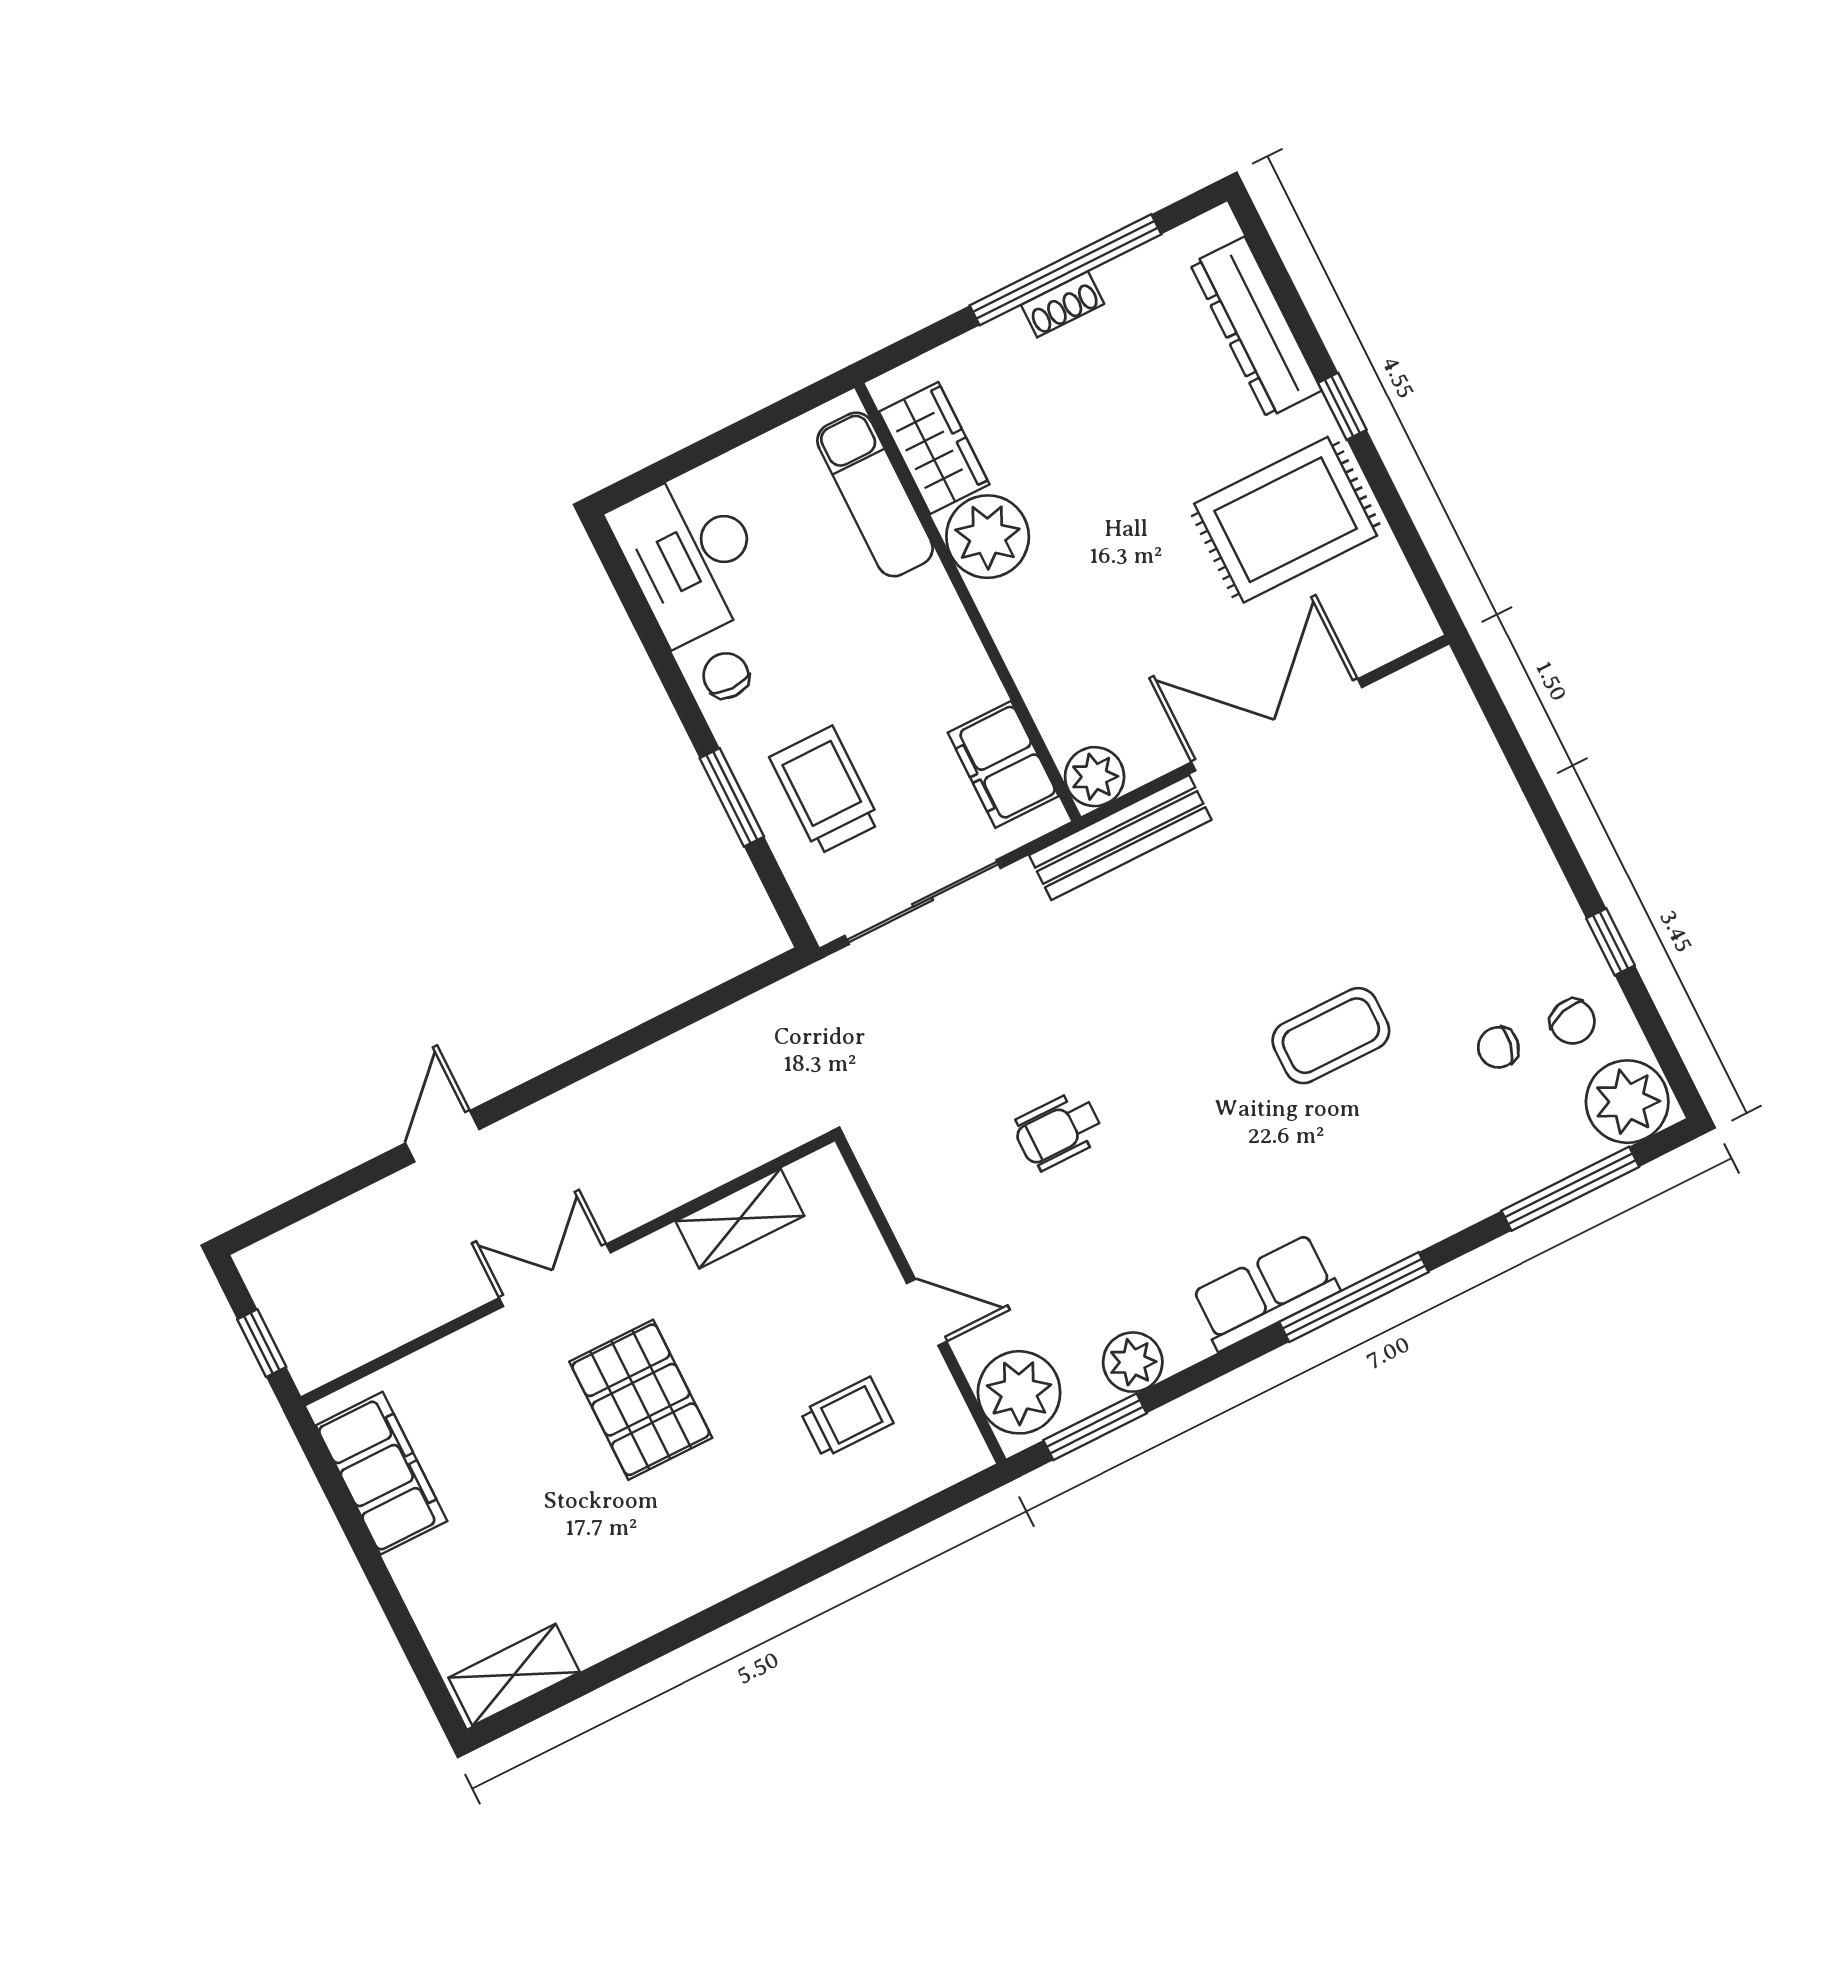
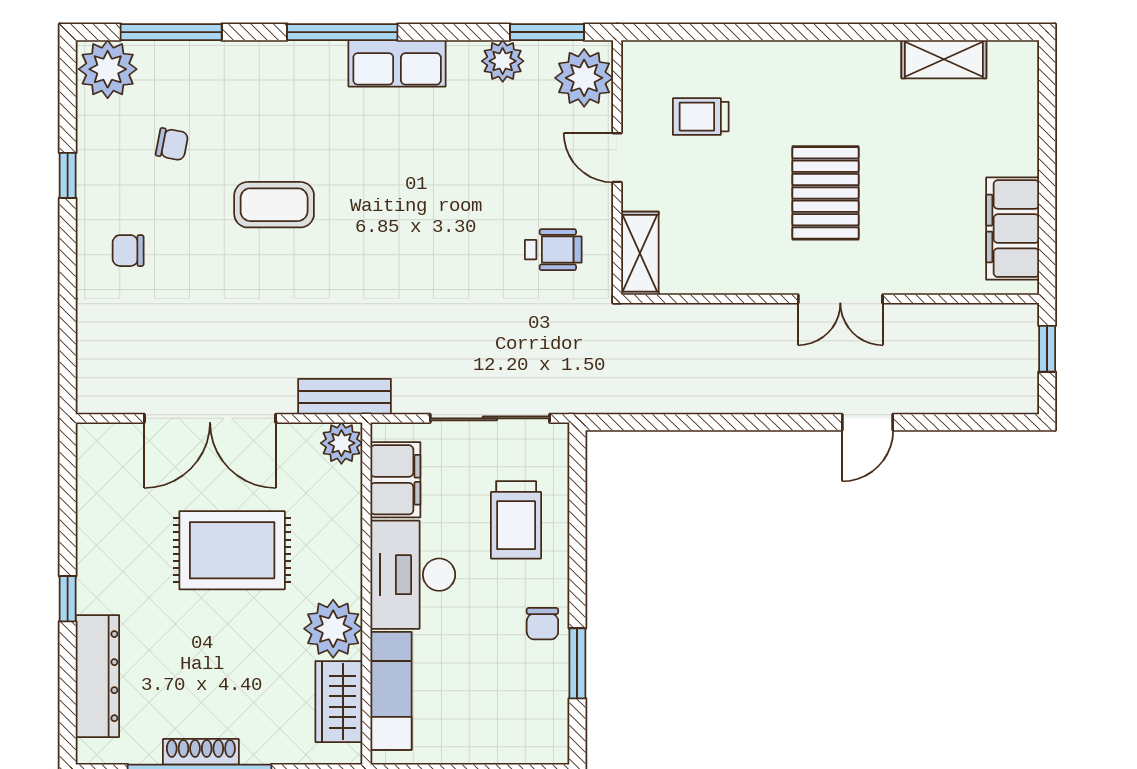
shoe rack: (1063, 304) -> (201, 752), width x1.43
rug: (1286, 520) -> (232, 550), moved
desk: (691, 556) -> (413, 575), moved, turned 180
window: (732, 797) -> (577, 663), moved
bench: (1120, 837) -> (345, 397), width x0.73
chair: (1573, 1021) -> (128, 251), moved, turned -75
wheelchair: (1058, 1131) -> (553, 250), moved
shelving: (740, 1218) -> (640, 253), moved, turned 90
shelving: (514, 1675) -> (944, 59), moved

